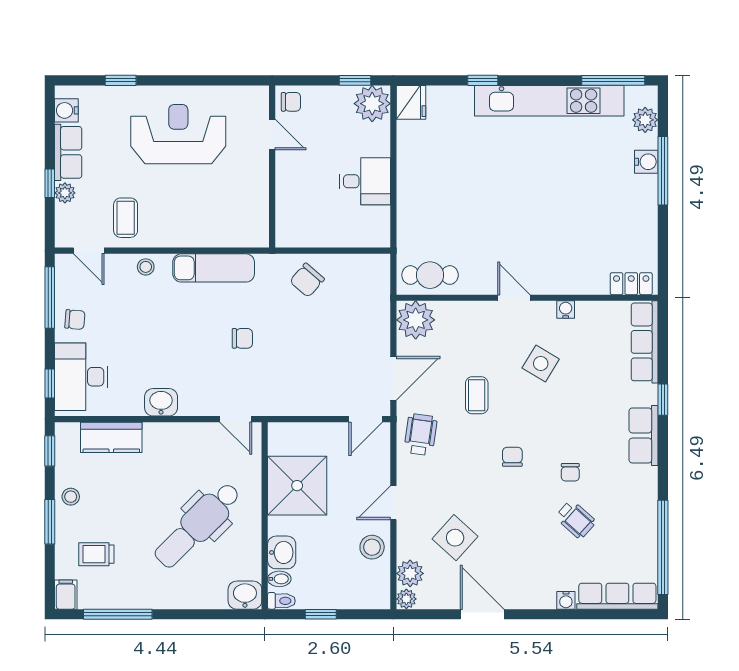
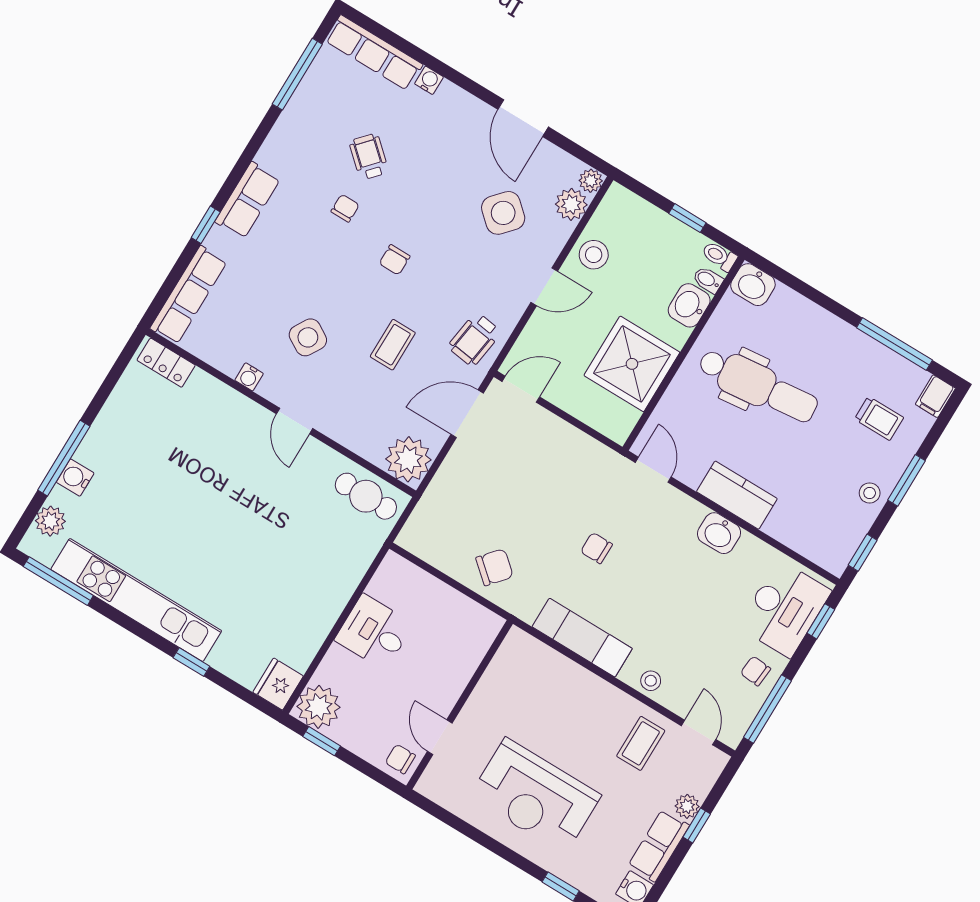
kitchen counter: (111, 437) -> (737, 495), moved
dental chair: (197, 525) -> (758, 385), turned 39
window: (663, 547) -> (297, 74), width x0.68

